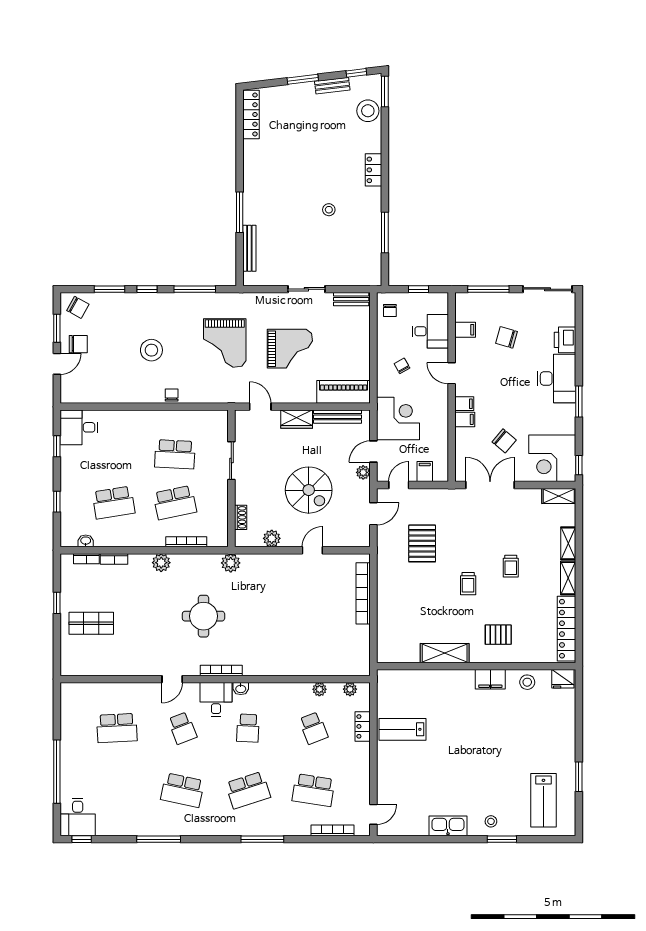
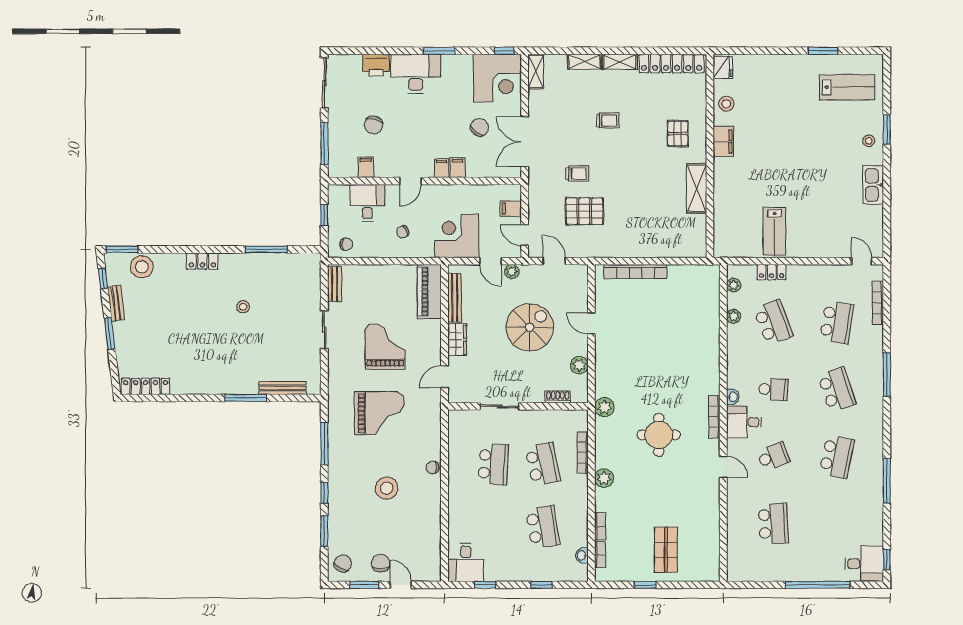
trolley: (468, 584) -> (577, 173), moved
school desk: (313, 728) -> (773, 322), width x1.85

